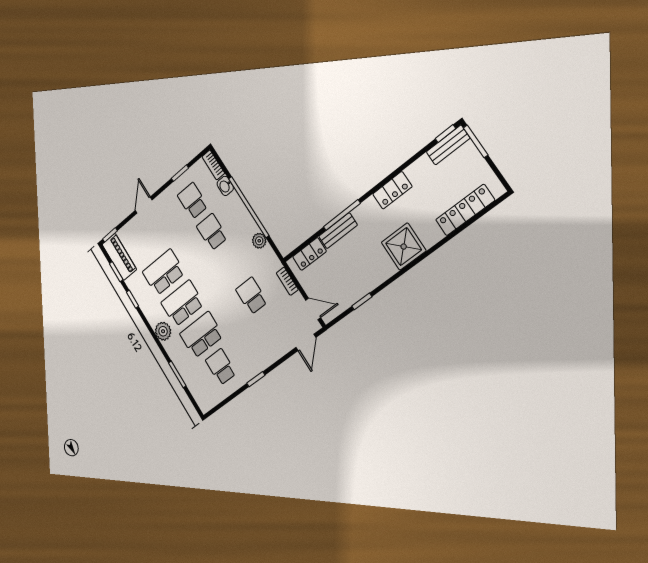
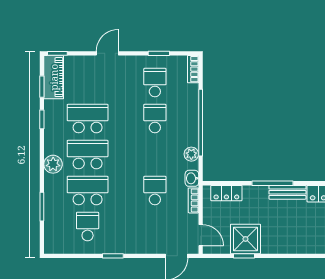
washbasin: (225, 186) -> (192, 178), moved
bench: (338, 231) -> (287, 192), moved
shower: (404, 247) -> (245, 239), moved

